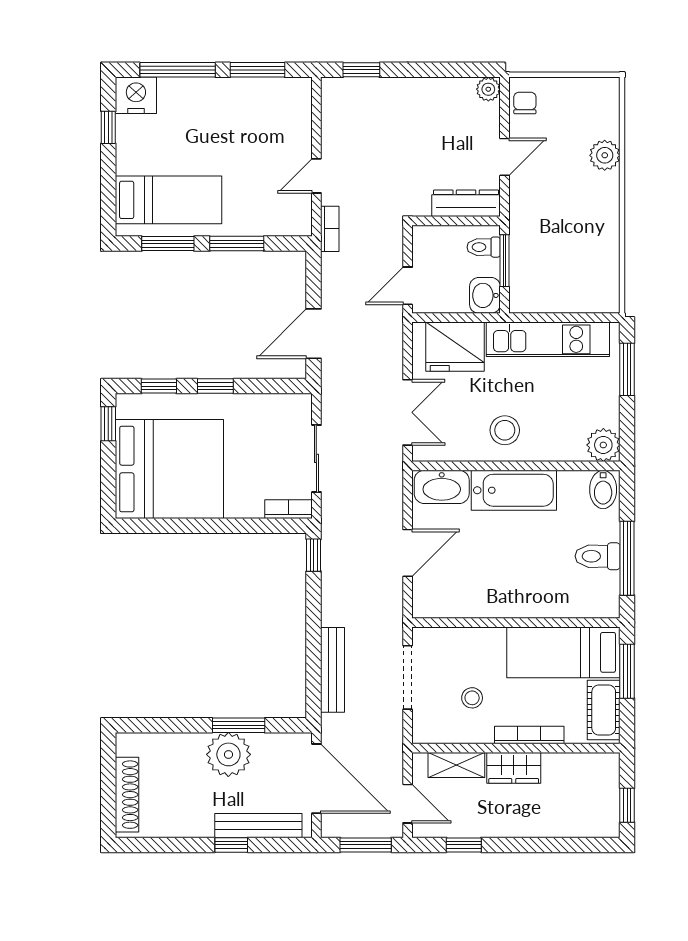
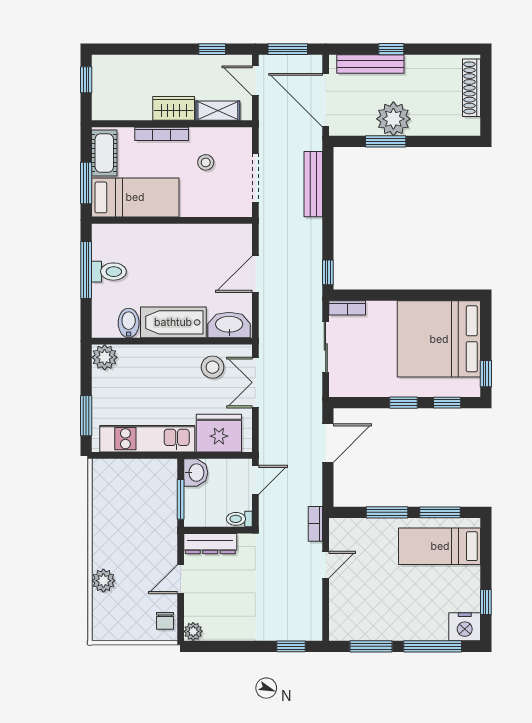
toilet: (484, 247) -> (239, 519), moved, turned 180
stool: (505, 430) -> (213, 367), moved
bidet: (603, 489) -> (129, 323), moved

